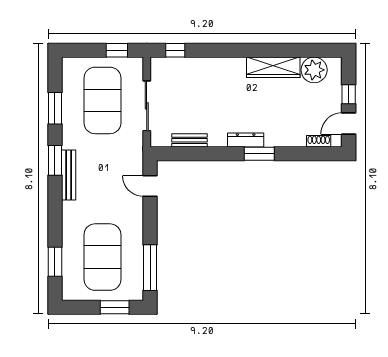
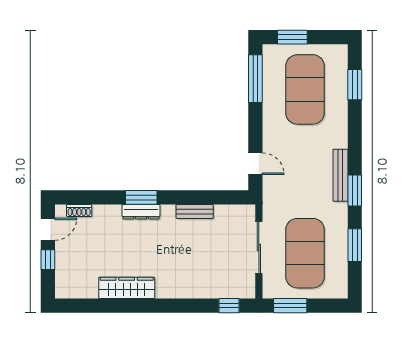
window: (117, 50) -> (290, 306), width x1.50
plant: (314, 70) -> (84, 285), removed
bench: (189, 140) -> (195, 211), moved
dresser: (246, 140) -> (141, 212), moved

